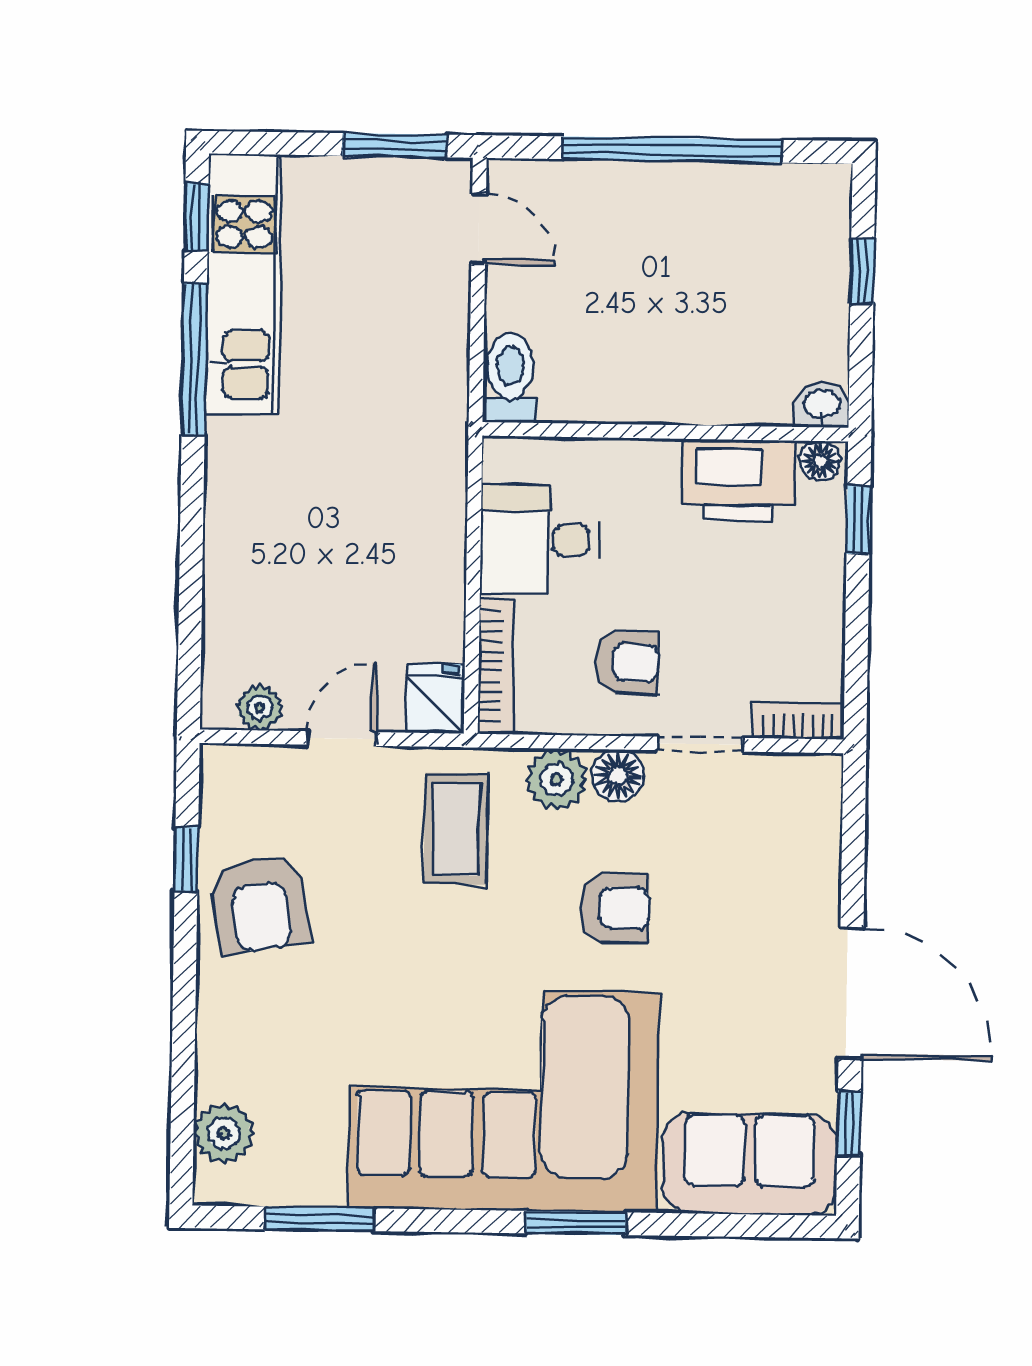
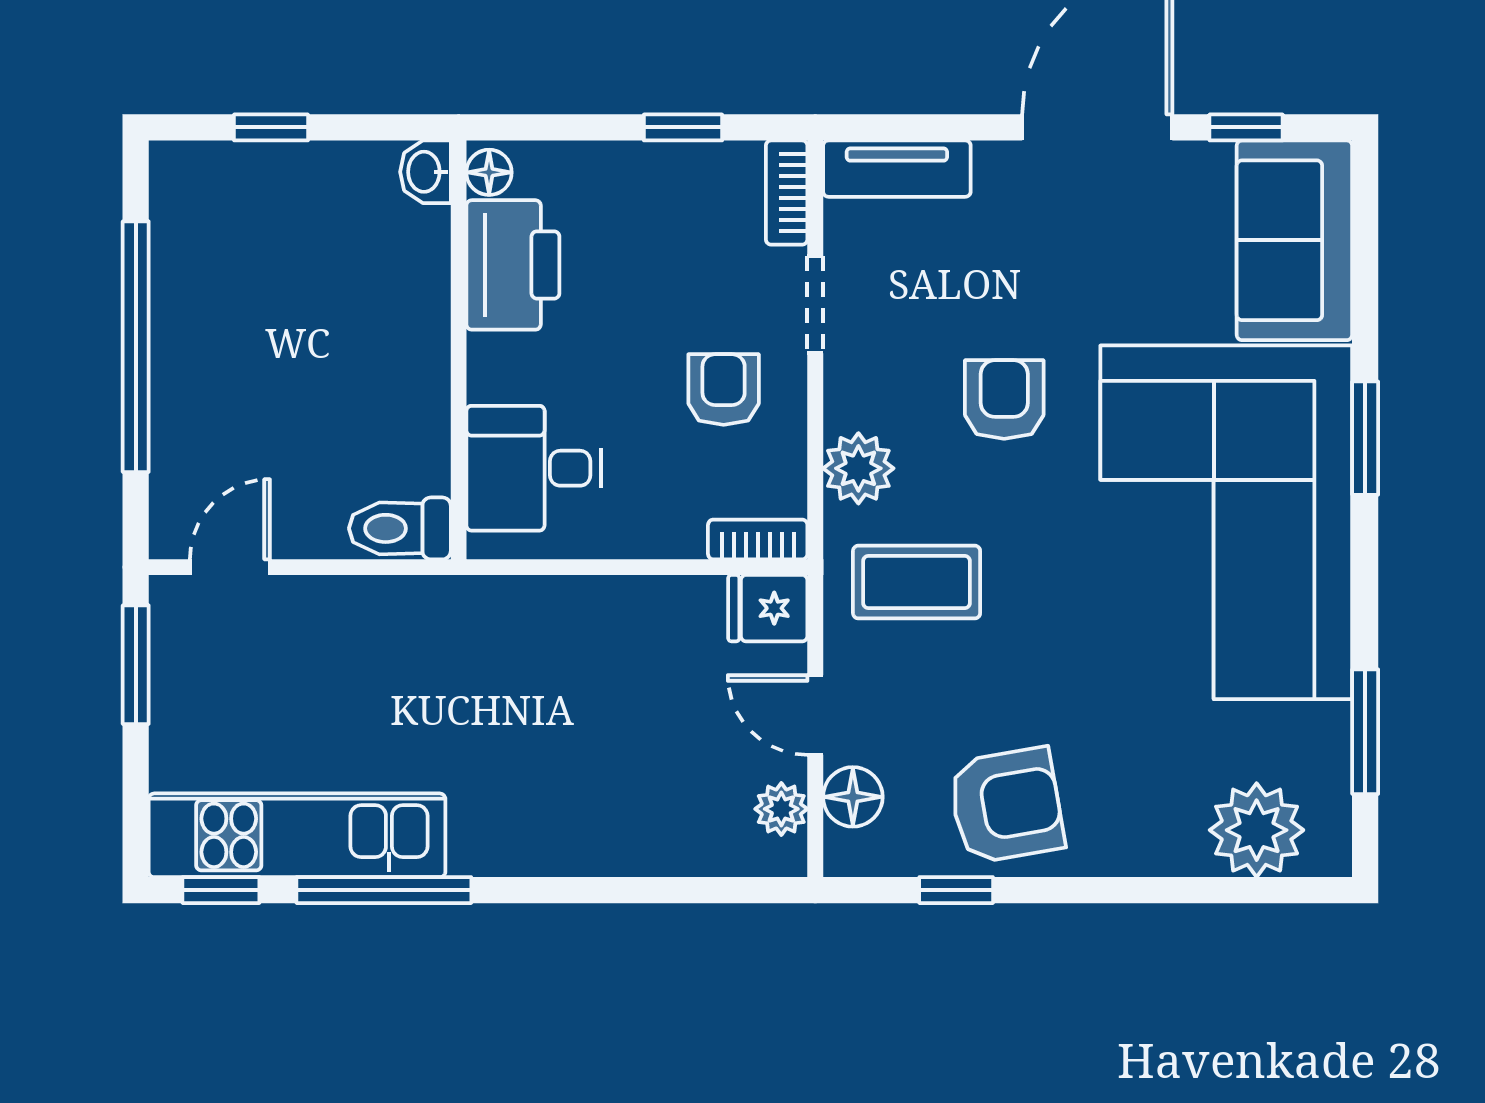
window: (858, 520) -> (683, 127), moved
desk: (539, 540) -> (534, 468), moved, turned 90
bookcase: (496, 666) -> (758, 539), width x0.64
floor lamp: (618, 776) -> (853, 797), moved
tv unit: (818, 817) -> (897, 169), added
plant: (224, 1133) -> (1257, 830), width x1.36, depth x1.36

